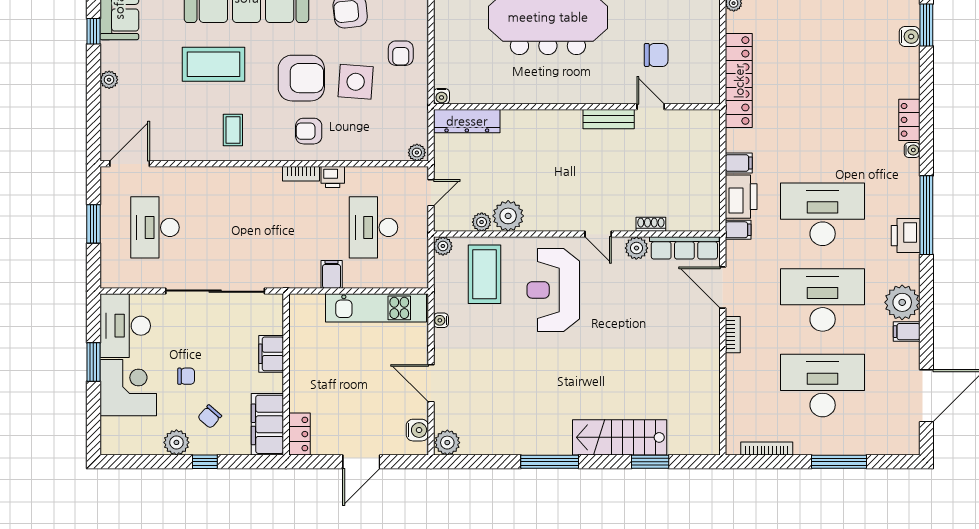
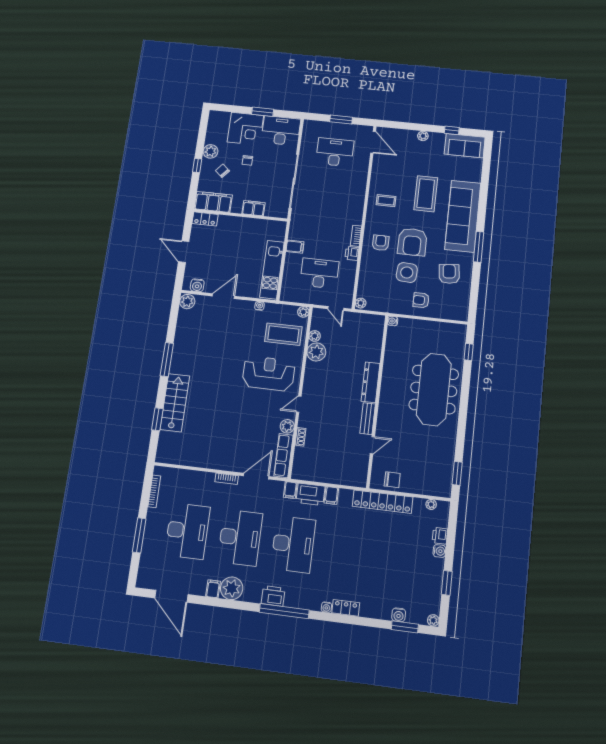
chair: (656, 55) -> (392, 480), moved, turned -90
dresser: (467, 121) -> (371, 382), moved

